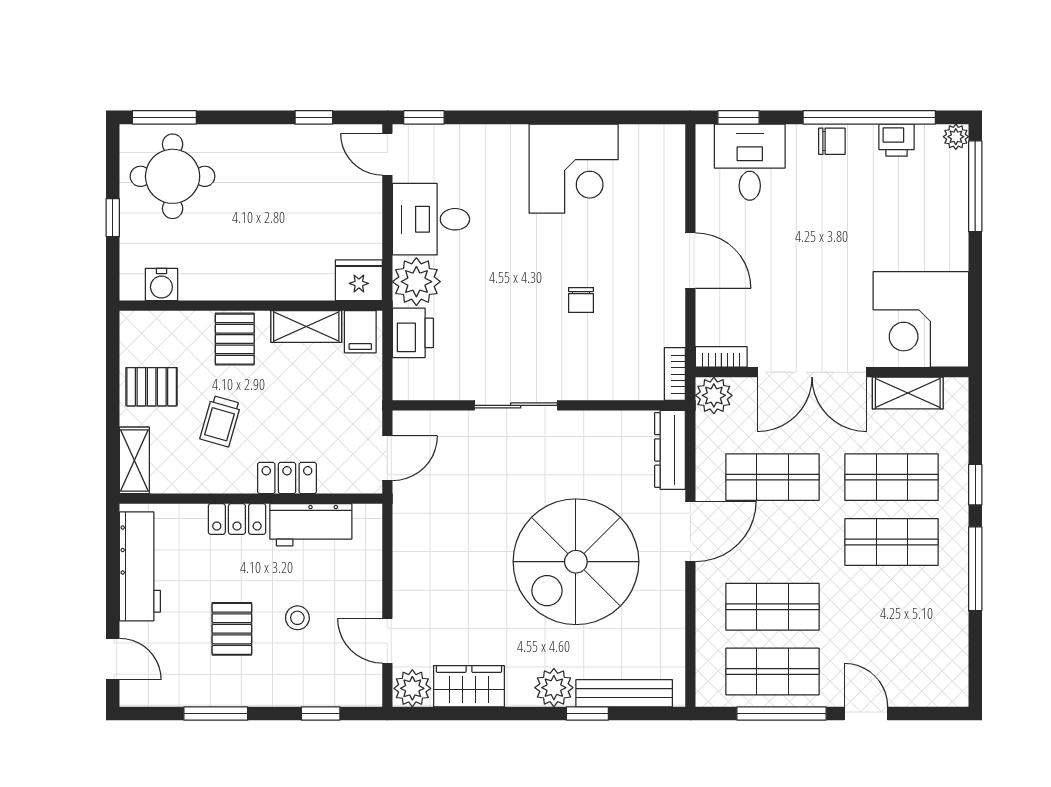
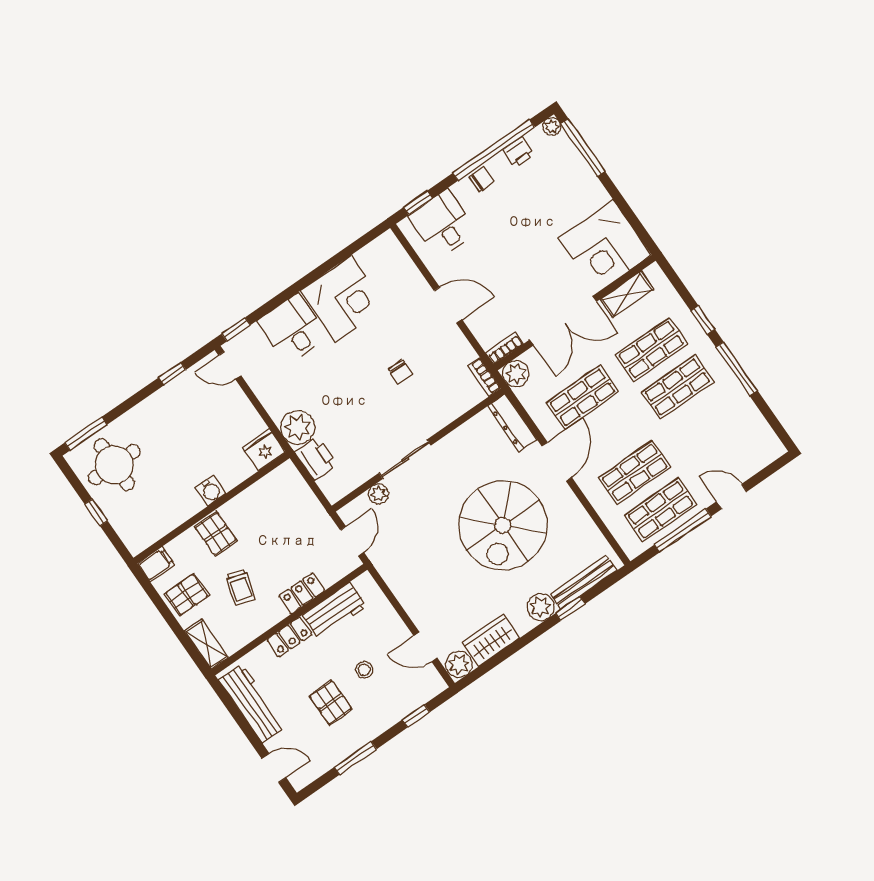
desk: (431, 219) -> (293, 329), moved, turned 90
water cooler: (161, 284) -> (211, 490), moved
shelving: (306, 326) -> (252, 498), removed
filing cabinet: (360, 332) -> (156, 564), moved, turned -90
plant: (456, 425) -> (378, 494), added

